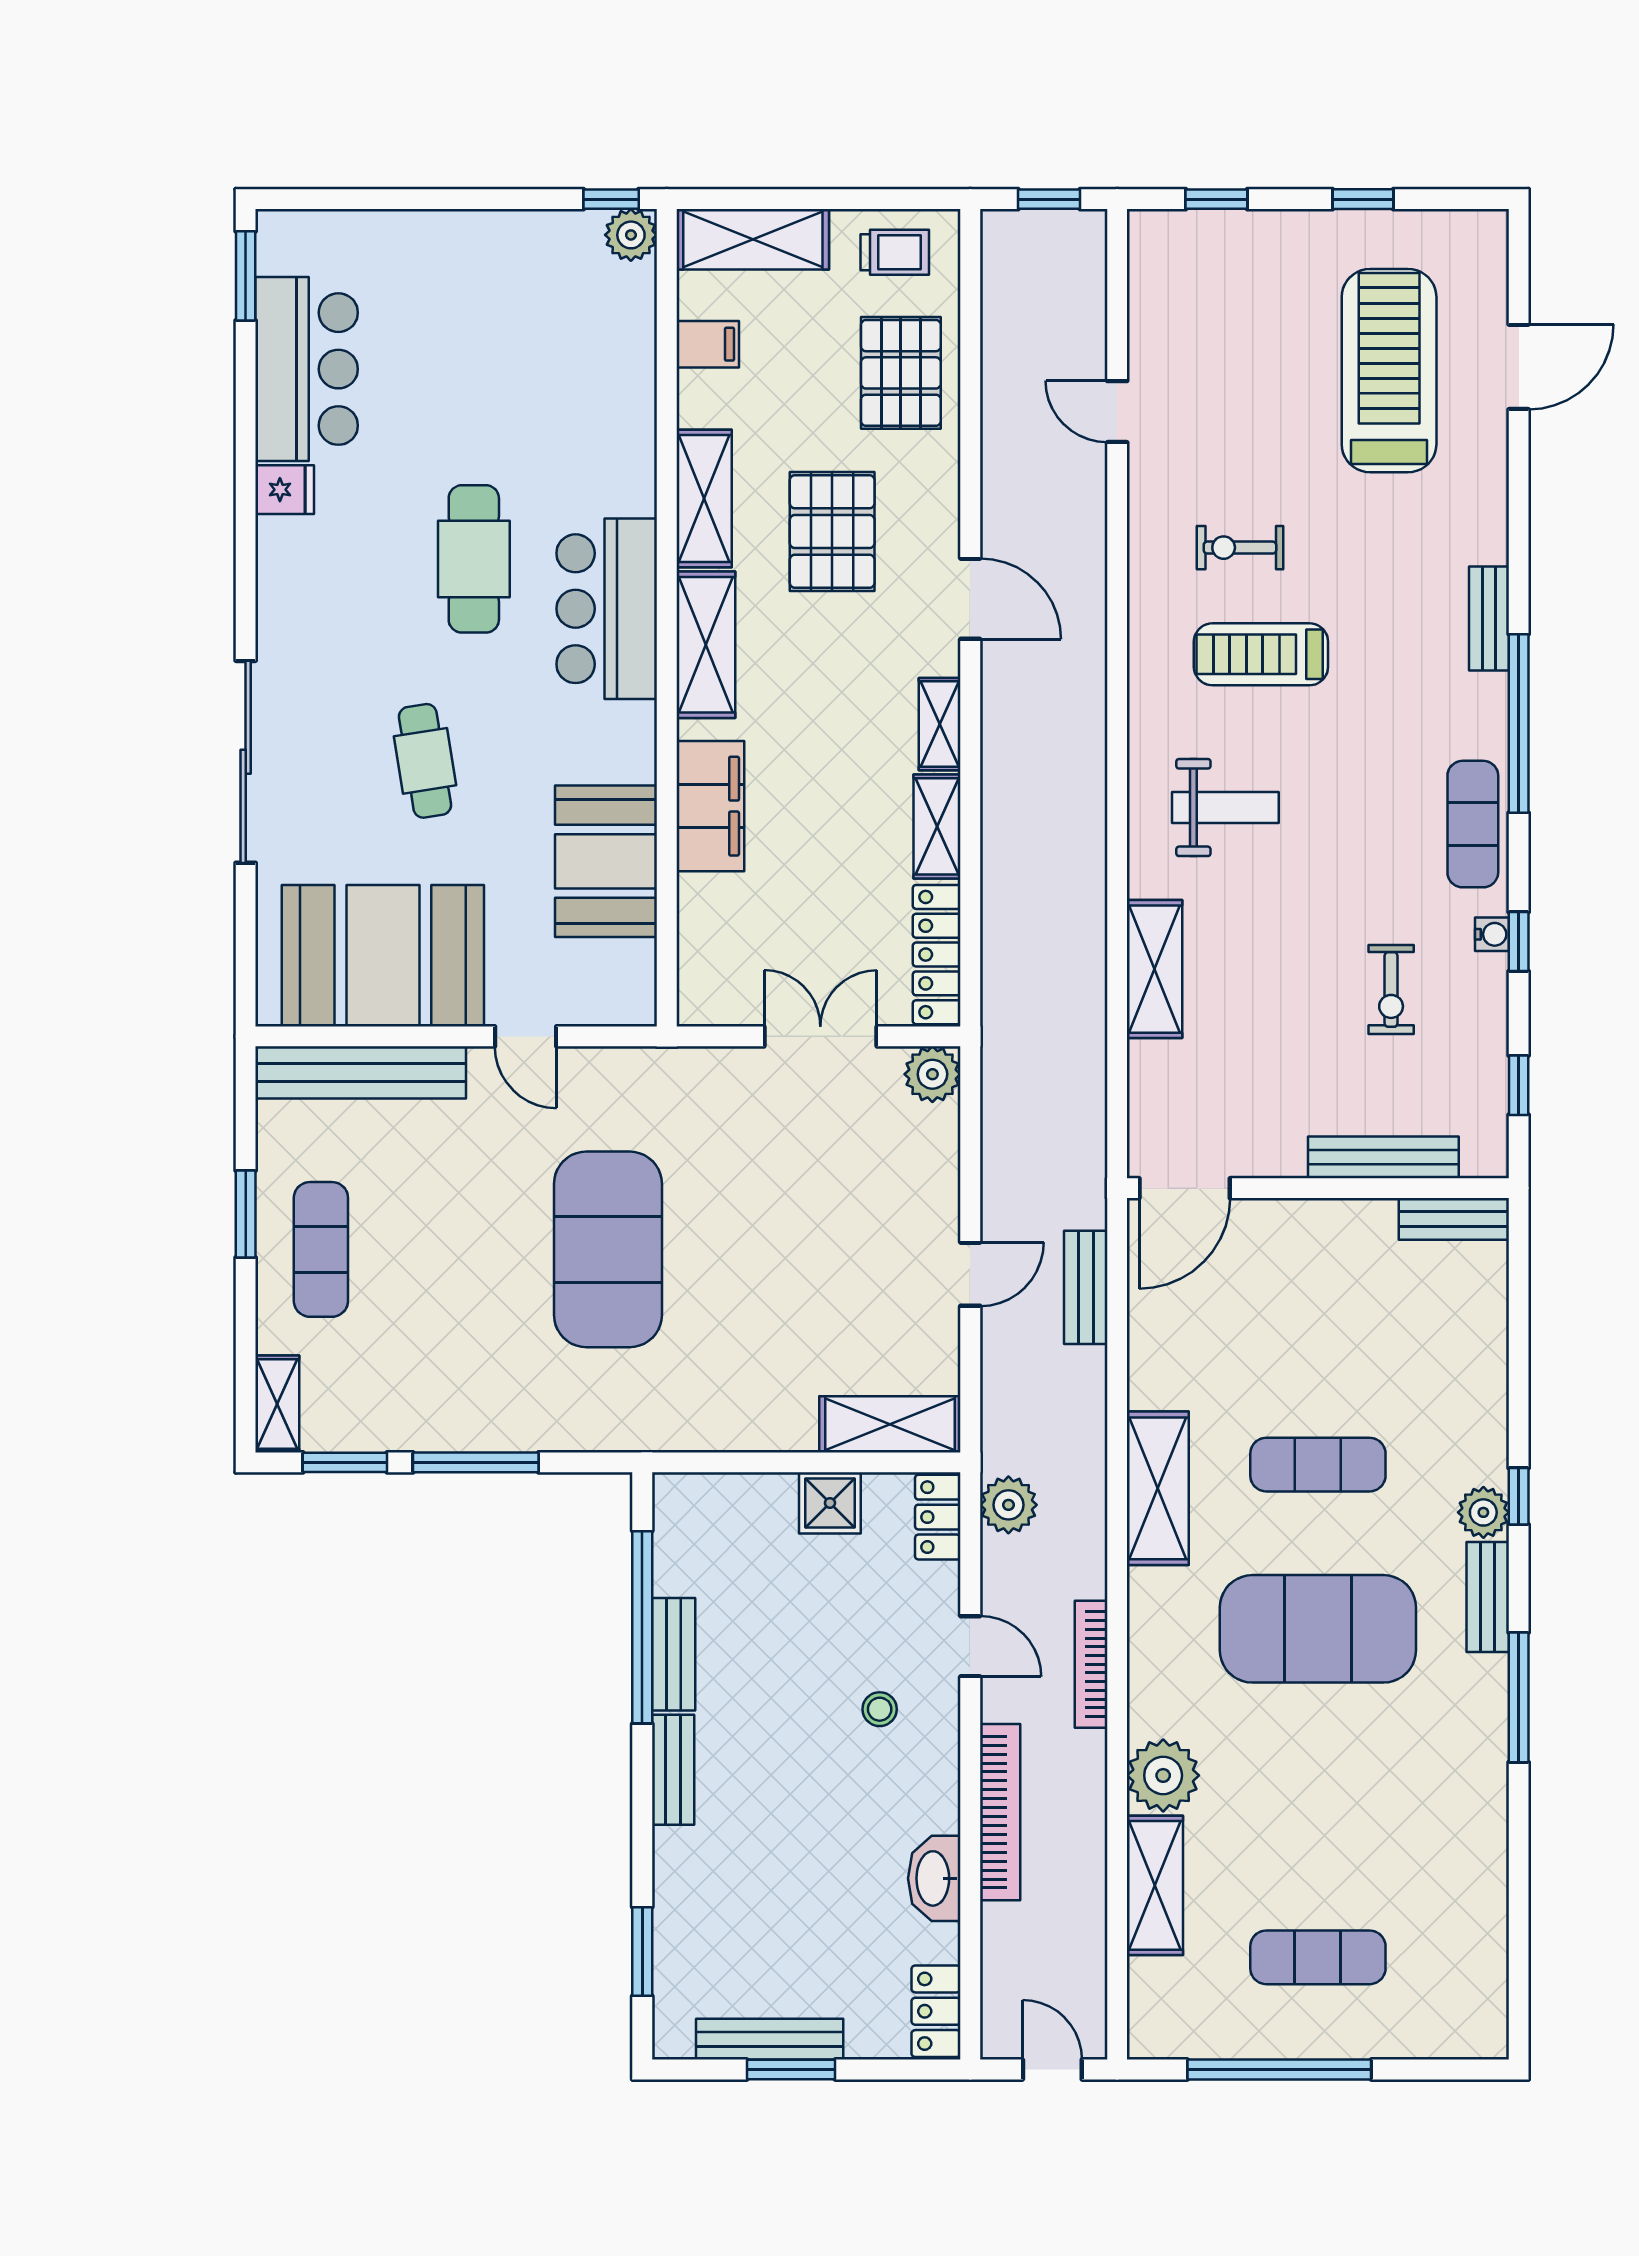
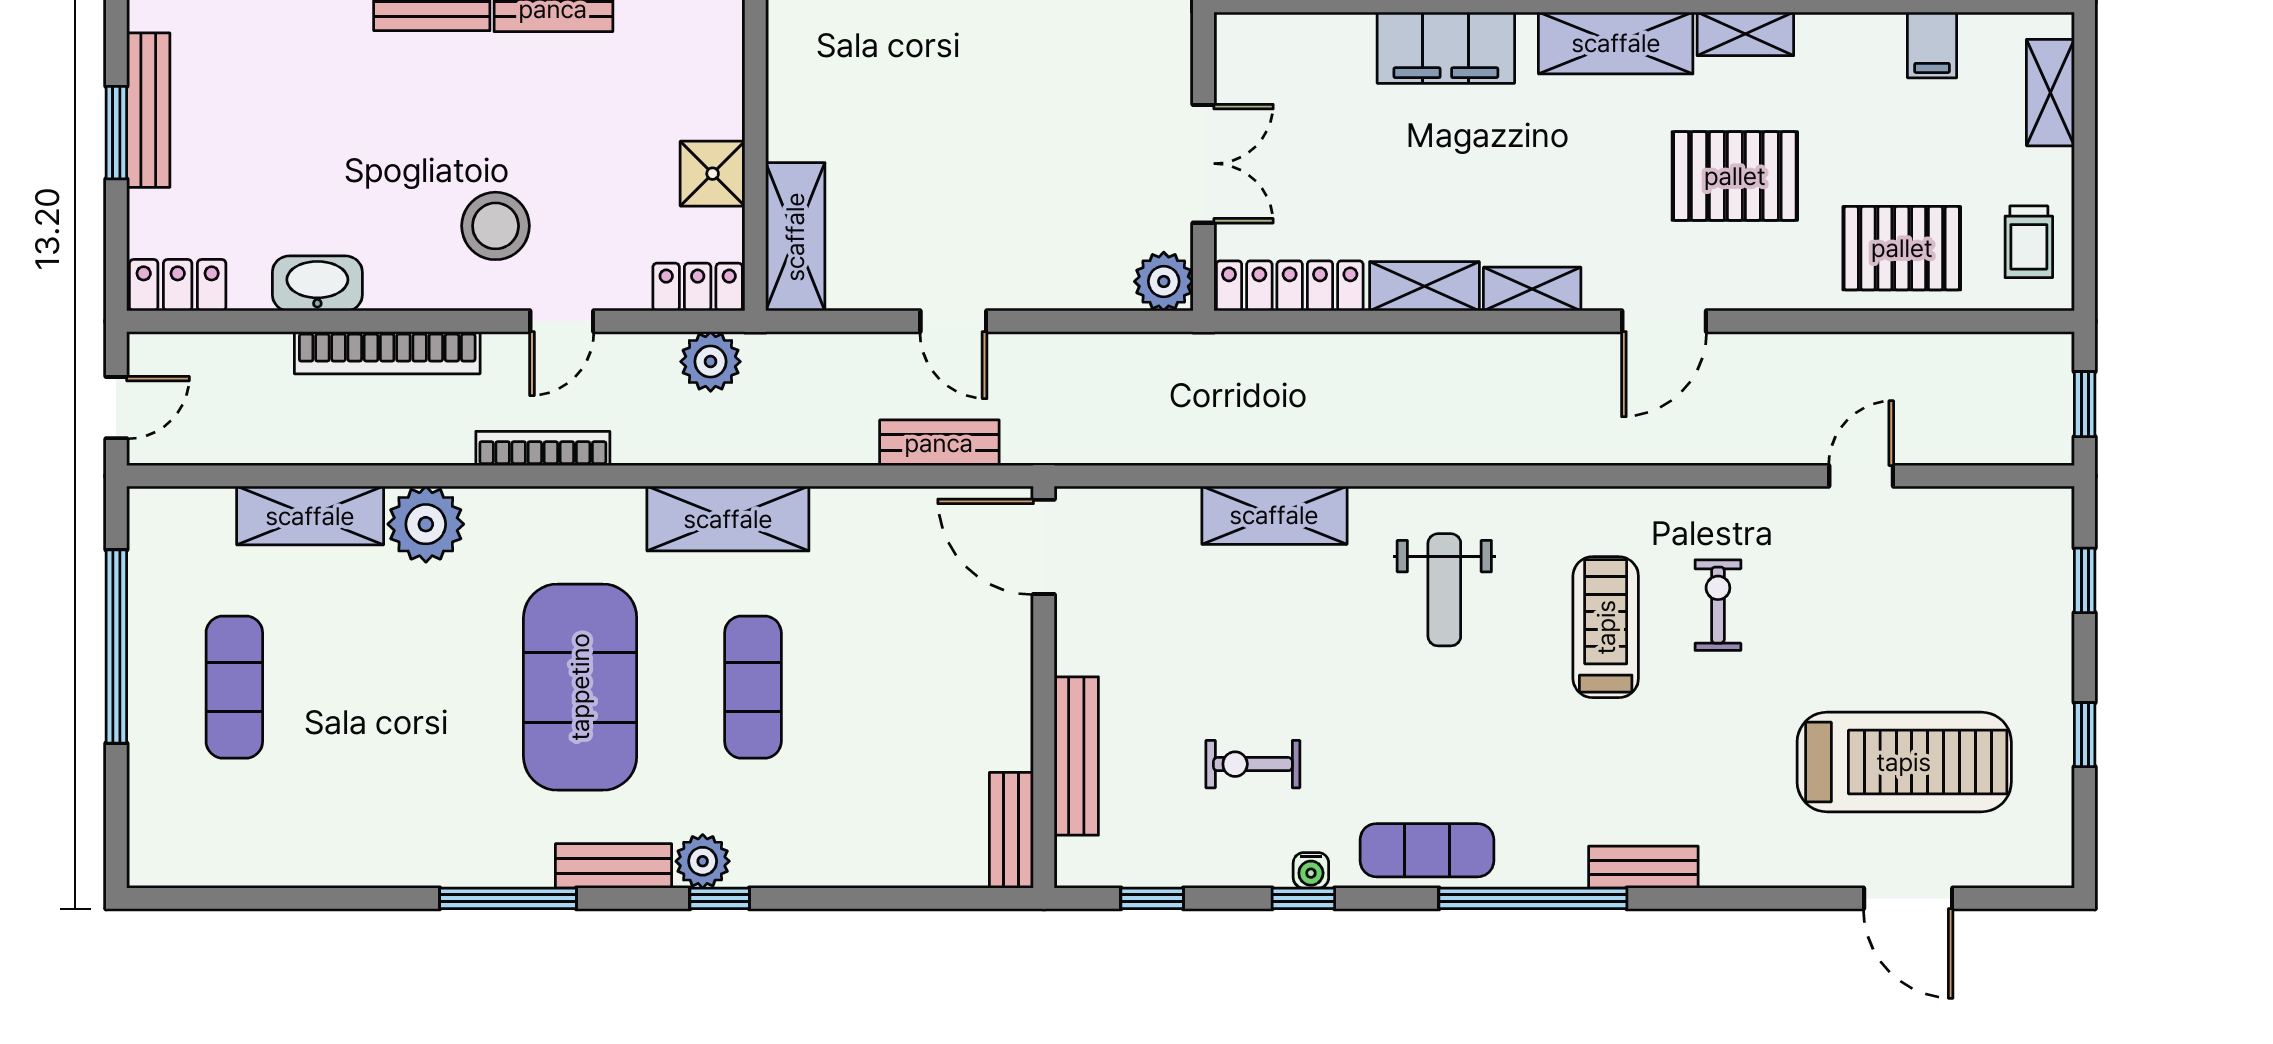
shelving: (753, 239) -> (2050, 93), width x0.67, depth x0.75
shelving: (704, 499) -> (1745, 34), width x0.67, depth x0.75
stool: (880, 1709) -> (496, 226), width x1.89, depth x1.89

